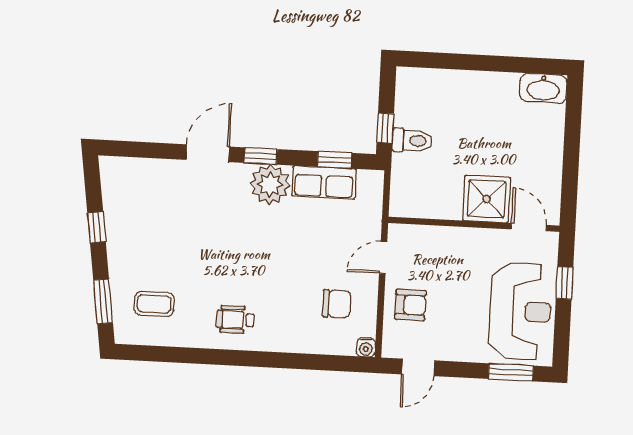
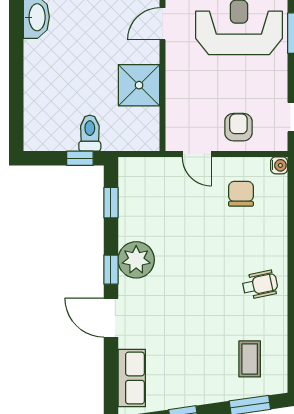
row of seats: (324, 182) -> (132, 378), moved
shower: (486, 199) -> (139, 85), moved
wheelchair: (235, 320) -> (260, 285), turned -102

